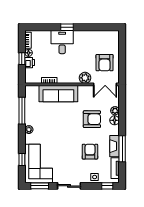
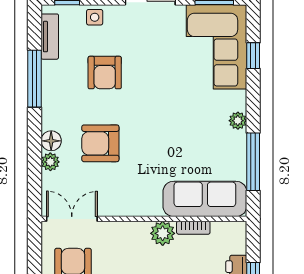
plant: (85, 78) -> (163, 233), moved
sofa: (58, 94) -> (205, 199), moved
fireplace: (115, 146) -> (51, 84), removed

